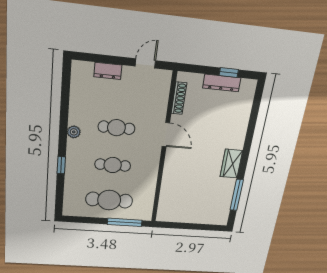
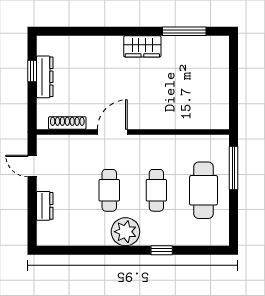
plant: (74, 132) -> (125, 232), width x1.88, depth x1.88

